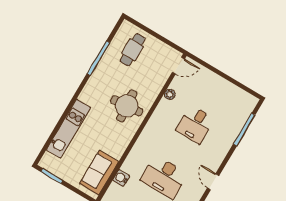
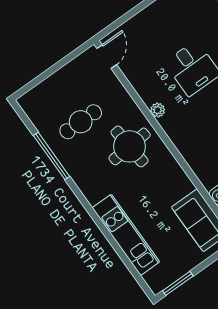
cafe table: (133, 50) -> (81, 122), moved, turned 90
plant: (170, 94) -> (158, 110), moved

